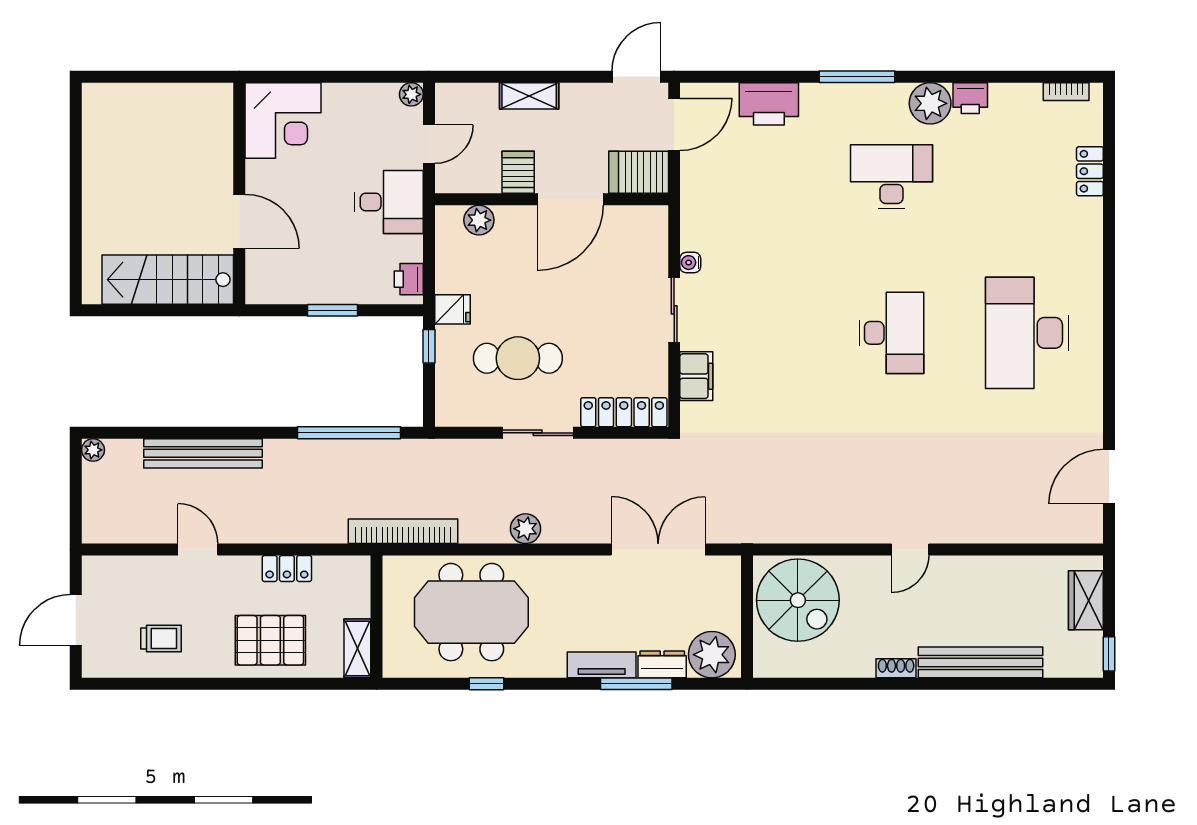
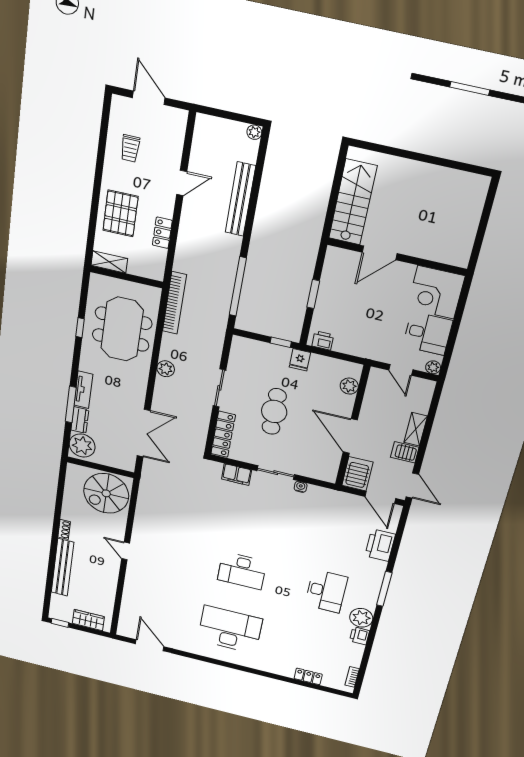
server rack: (518, 172) -> (405, 452), moved, turned 180
desk: (389, 202) -> (428, 333), moved, turned -90
cafe table: (518, 358) -> (274, 411), moved

